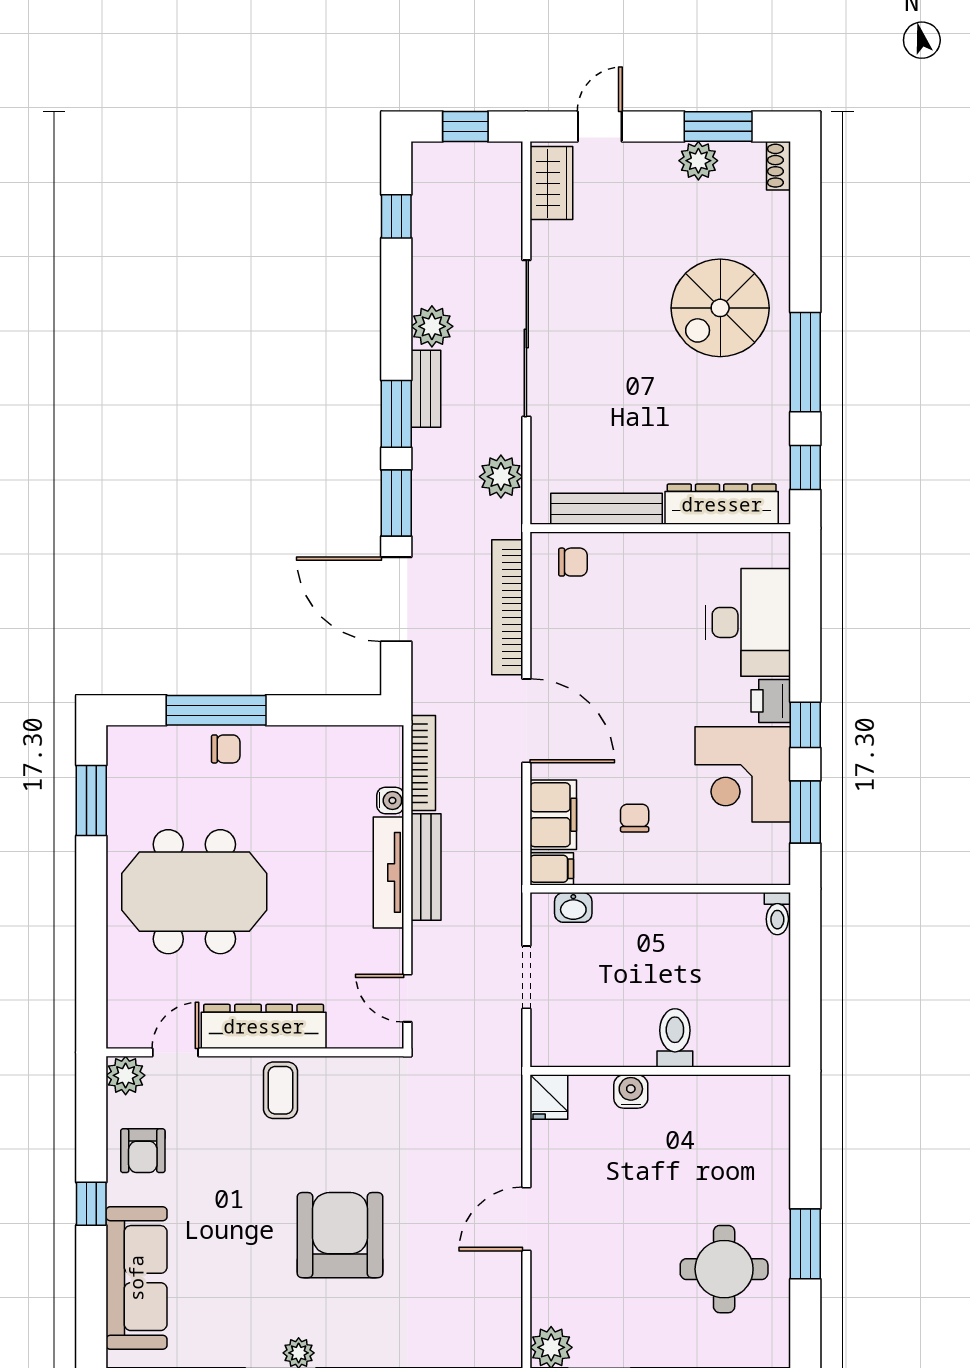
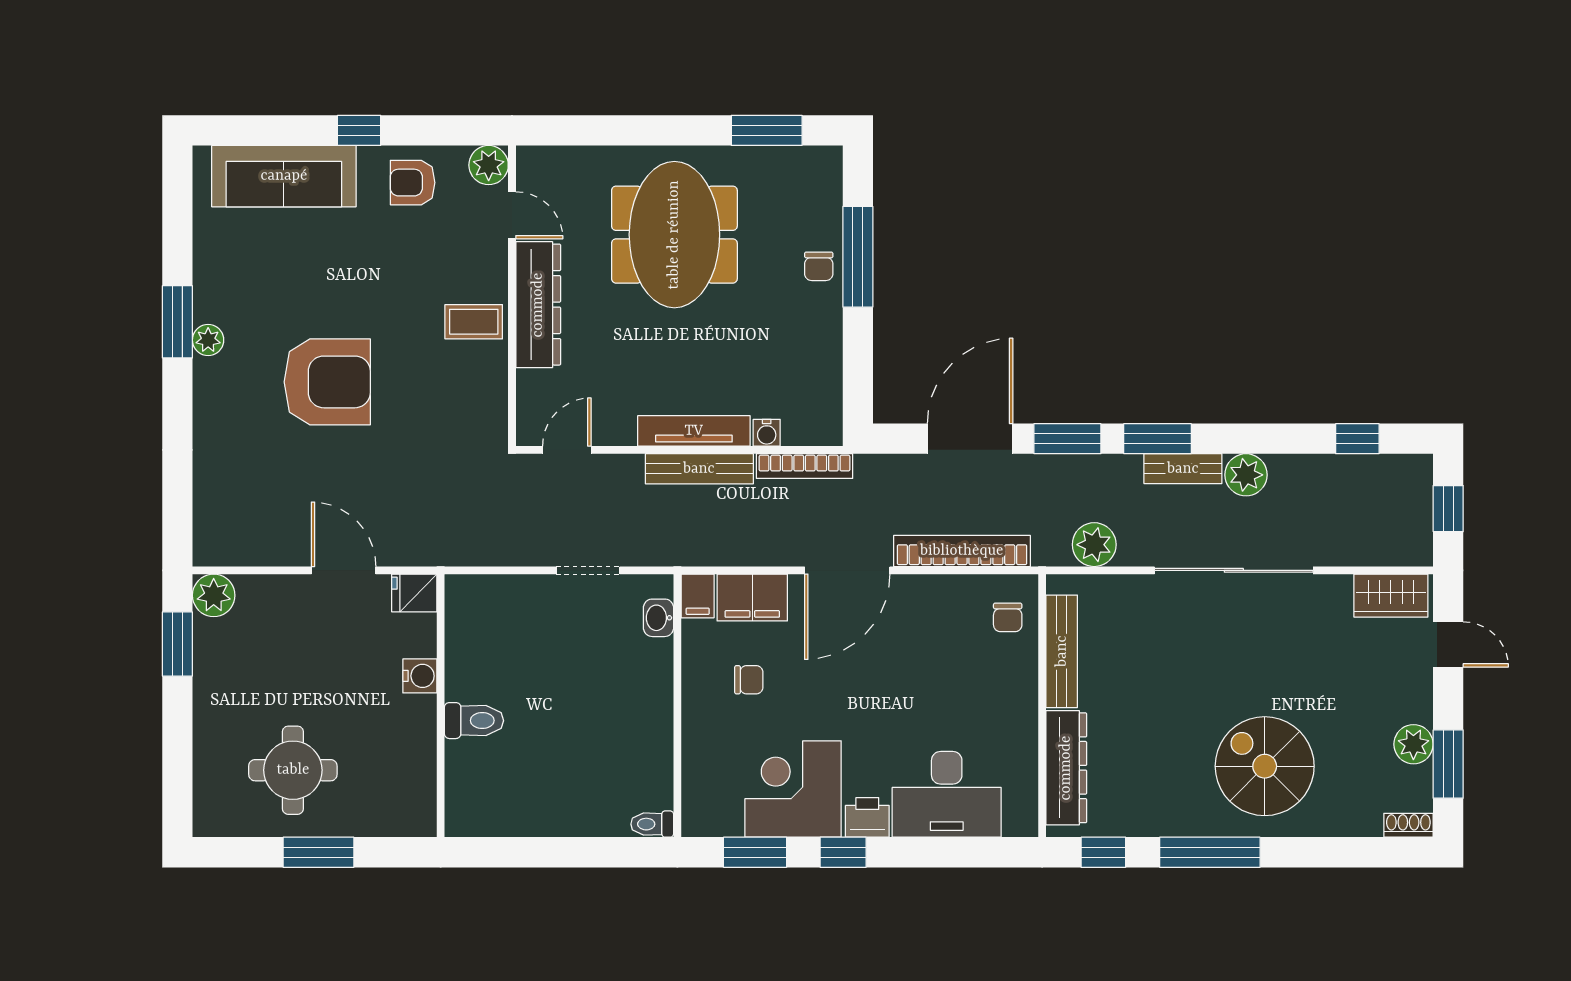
toilet: (675, 1038) -> (474, 721), moved
wall: (660, 1071) -> (441, 706), moved
water cooler: (631, 1092) -> (420, 676), moved
fridge: (549, 1097) -> (414, 593), moved

